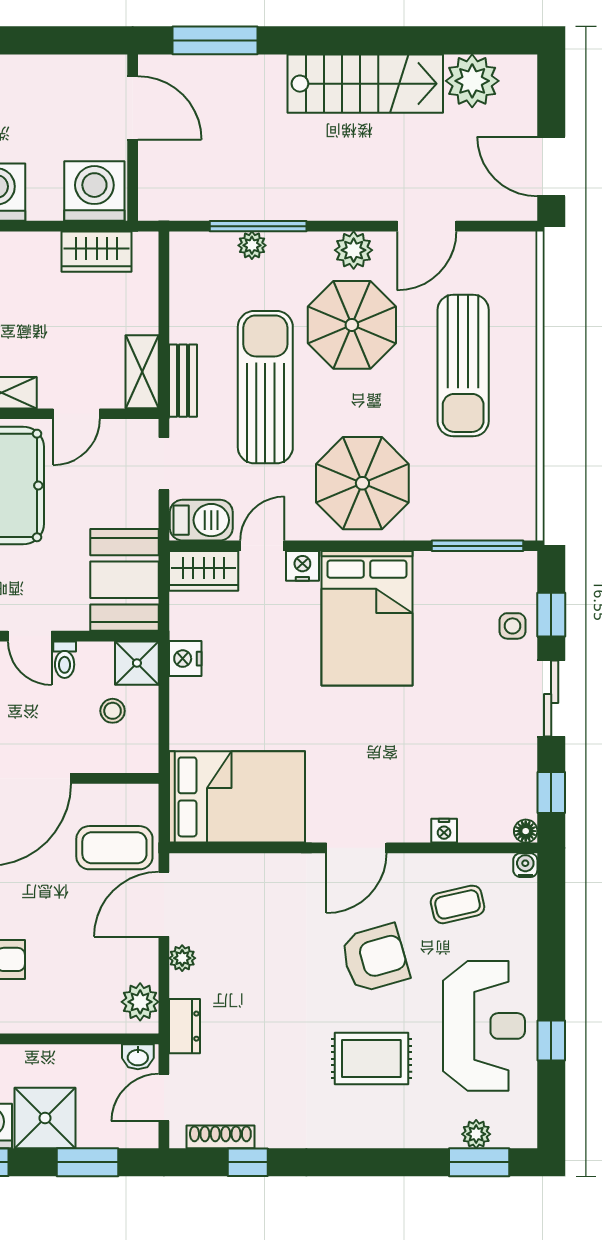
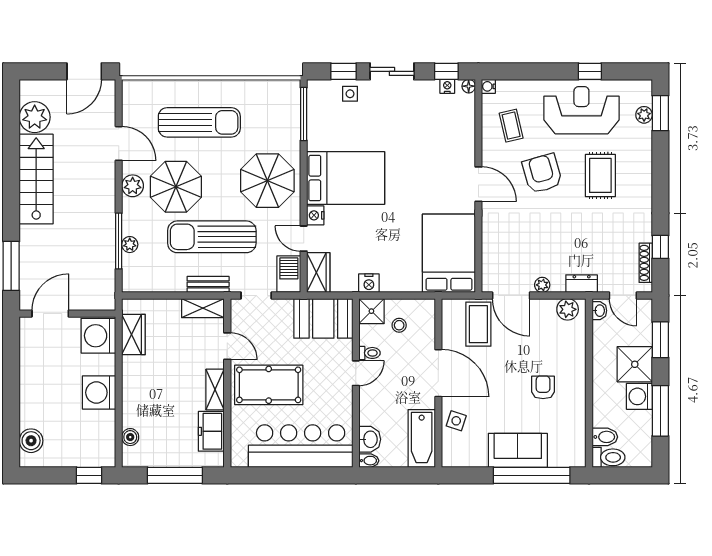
nightstand: (444, 831) -> (447, 86), moved, turned -90

